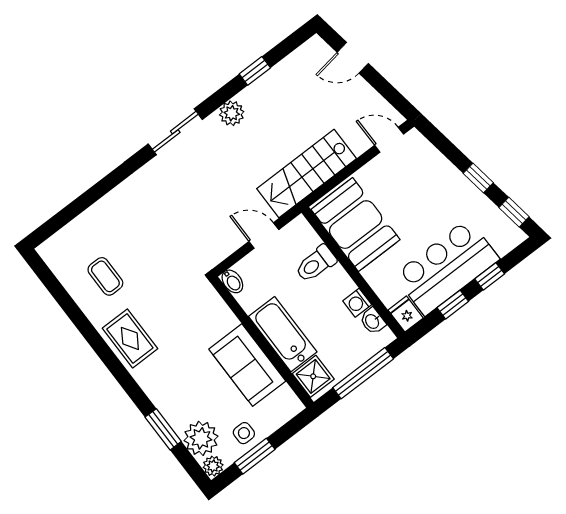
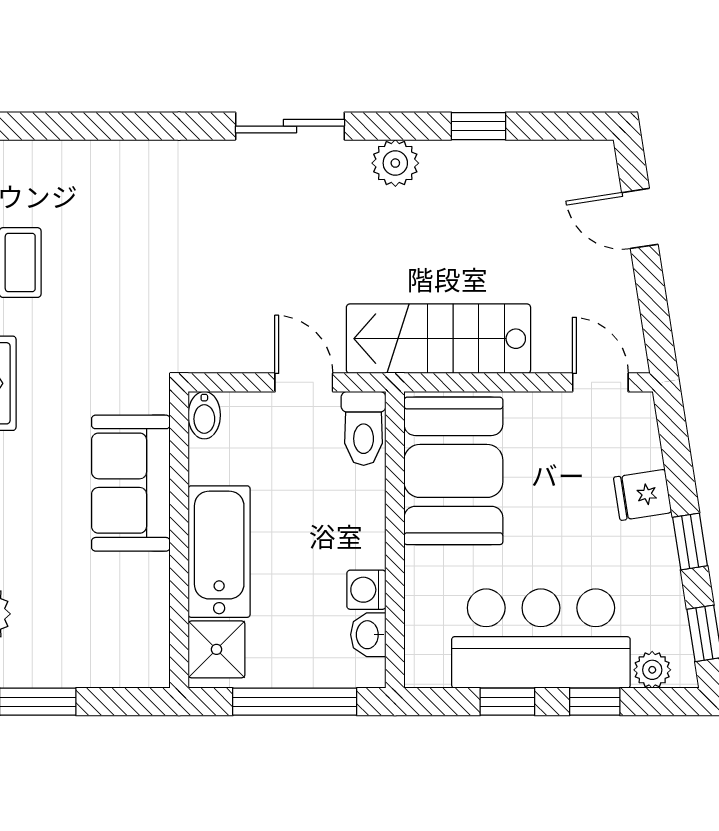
plant: (504, 244) -> (652, 670), added
toilet: (316, 264) -> (364, 428), moved, turned -90
fridge: (406, 314) -> (643, 495), moved, turned -99
sofa: (247, 365) -> (131, 483), moved
side table: (244, 433) -> (48, 655), removed

